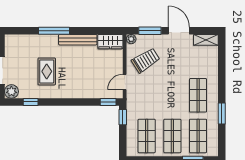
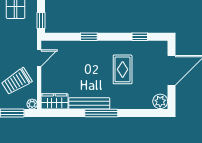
window: (54, 31) -> (101, 113), moved
plant: (11, 91) -> (160, 101), moved
window: (108, 102) -> (89, 37), moved

